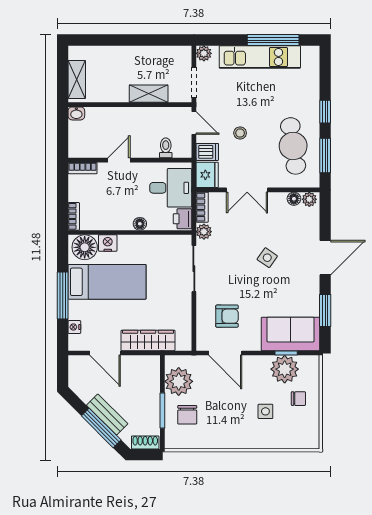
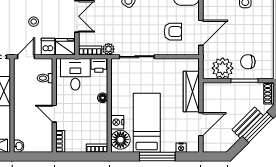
armchair: (227, 316) -> (173, 32), turned 90
chair: (187, 415) -> (248, 62), turned 180

